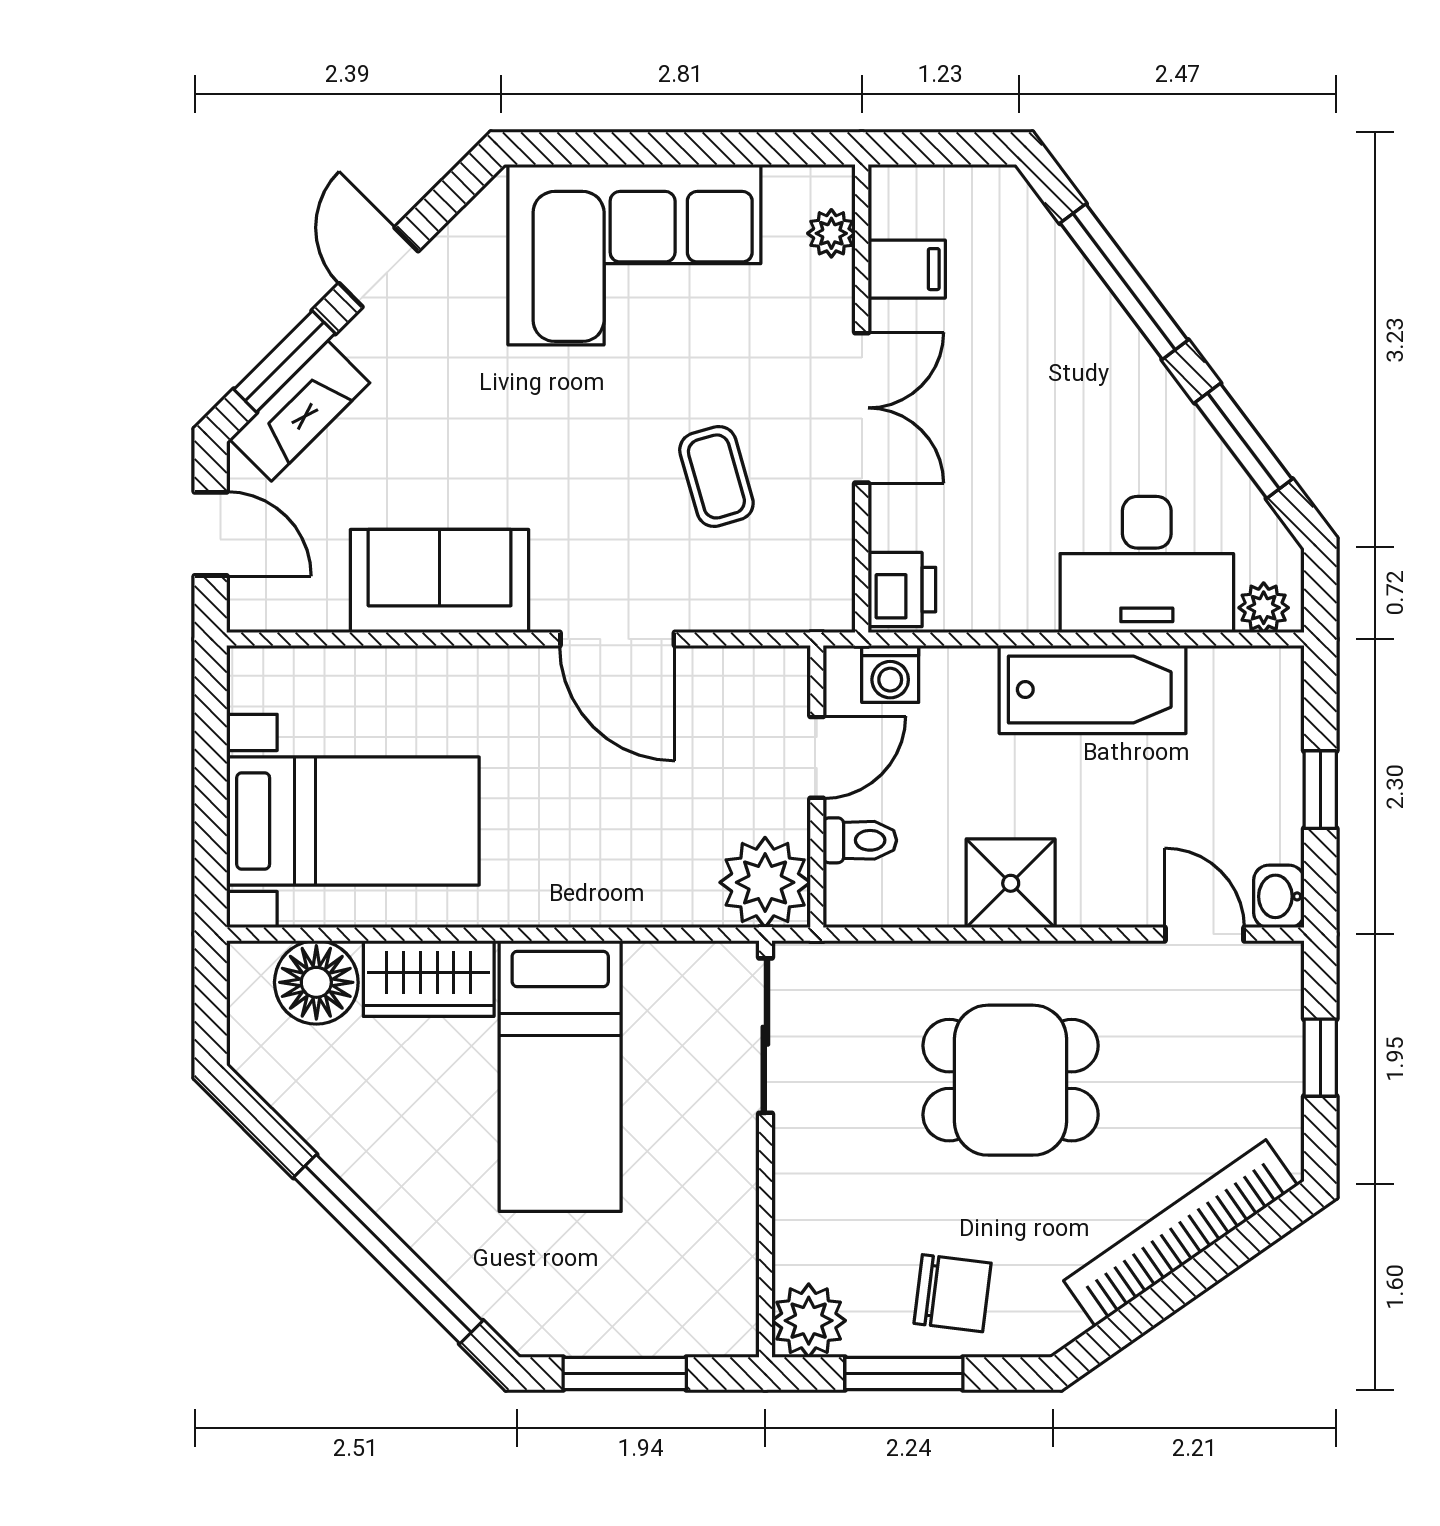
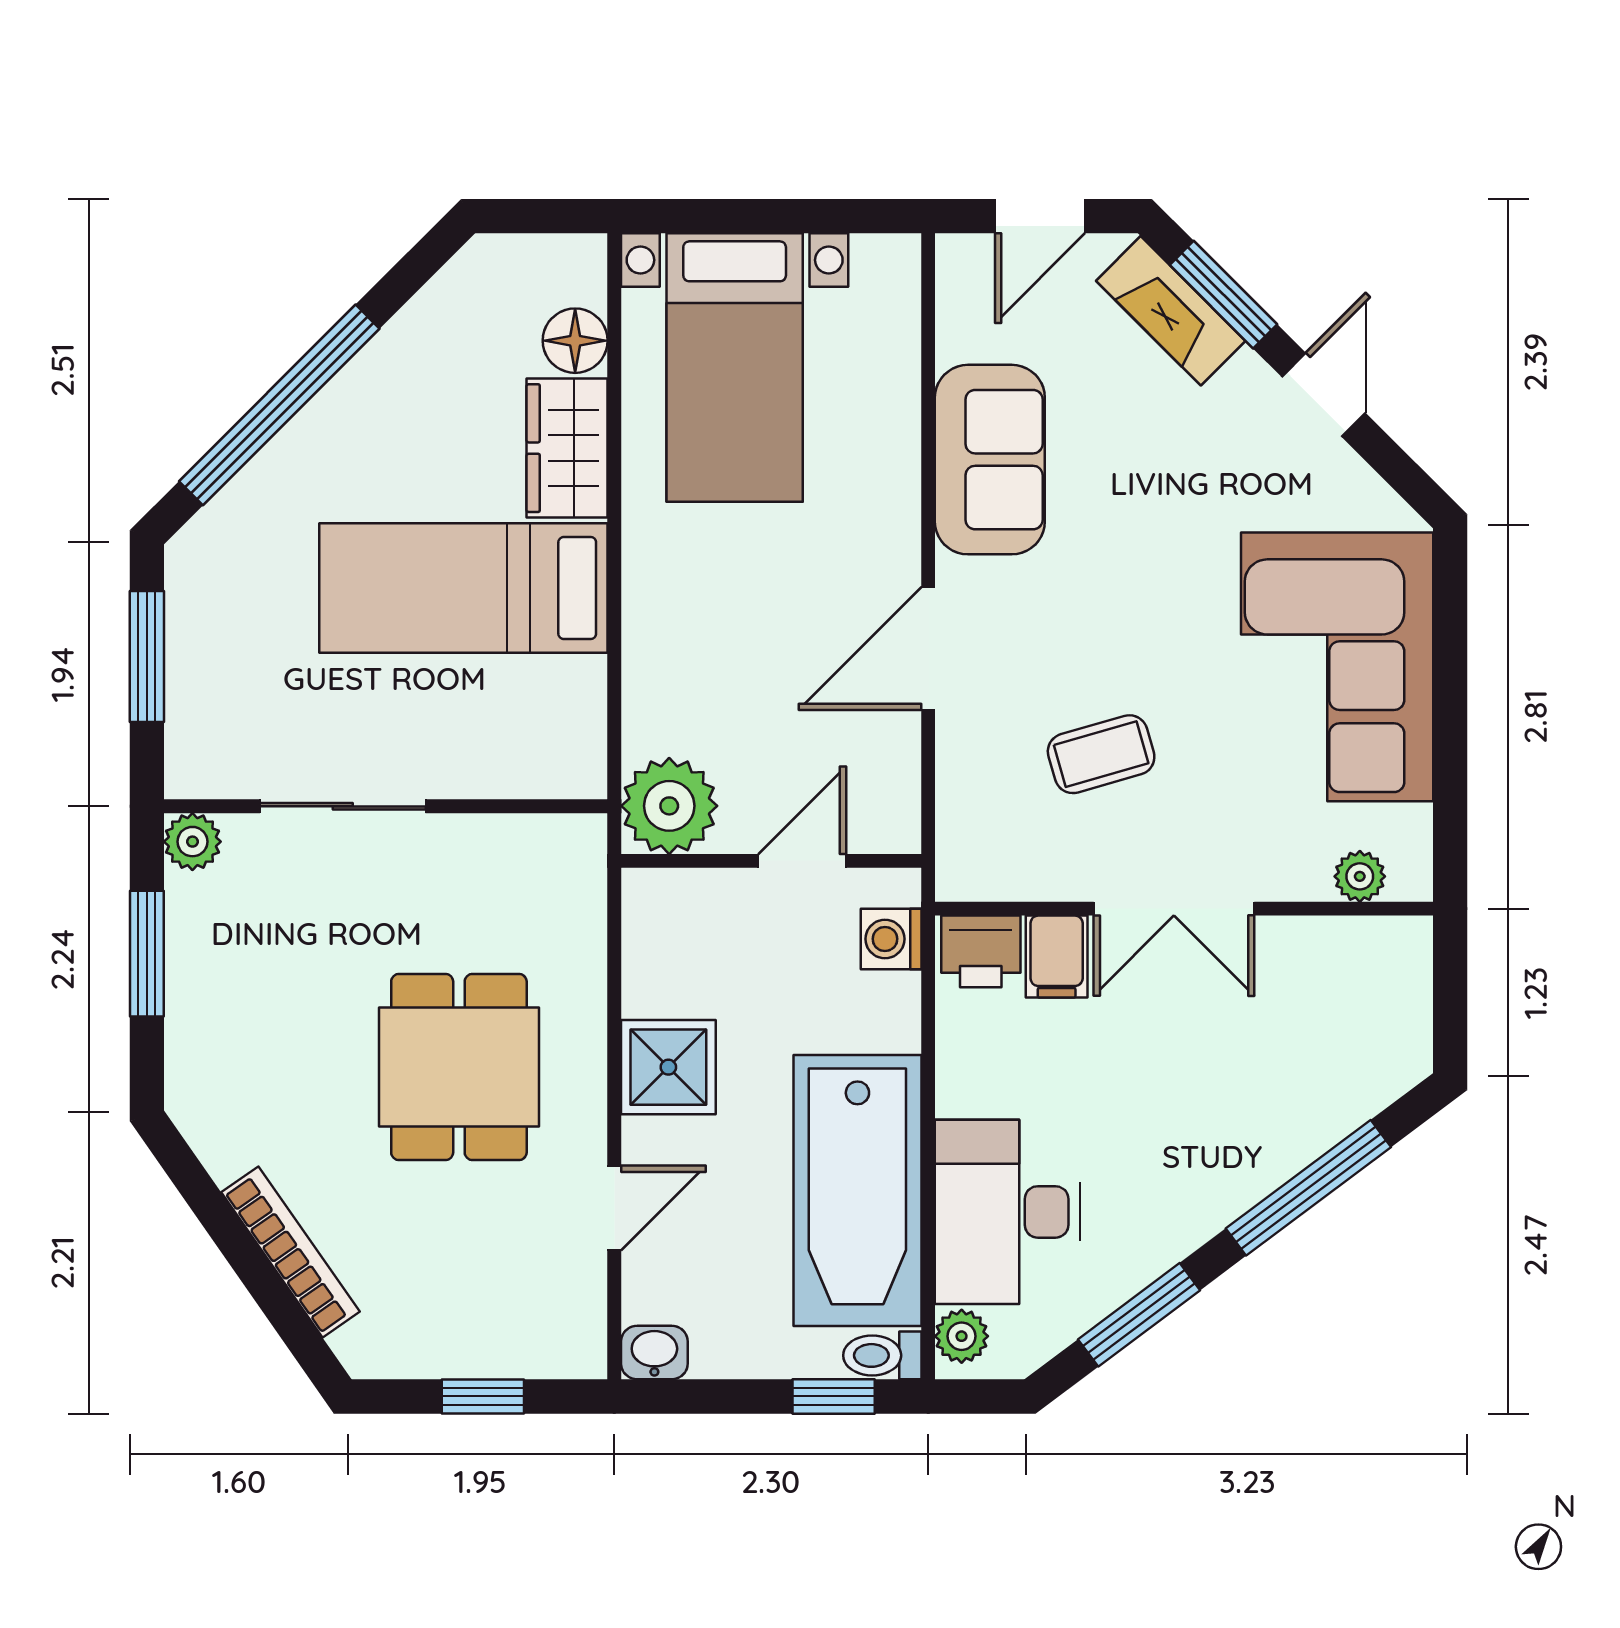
door: (379, 267) -> (1324, 395), hinge flipped
filing cabinet: (907, 269) -> (1057, 957), moved
bathtub: (1093, 690) -> (857, 1190), width x1.36, depth x1.36
door: (817, 757) -> (802, 861), swing flipped
window: (1320, 790) -> (834, 1396), moved
toilet: (860, 840) -> (882, 1355), moved, turned 90
door: (1204, 934) -> (614, 1208), moved
floor lamp: (316, 982) -> (575, 341), width x0.73, depth x0.73
sliding door: (765, 1036) -> (343, 806), moved
bookcase: (1181, 1233) -> (290, 1252), width x0.68, depth x0.76
chair: (953, 1293) -> (232, 1005), removed
plant: (809, 1321) -> (192, 842), width x0.73, depth x0.73

